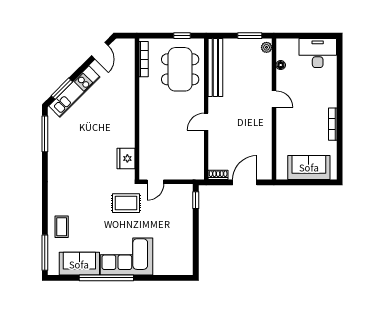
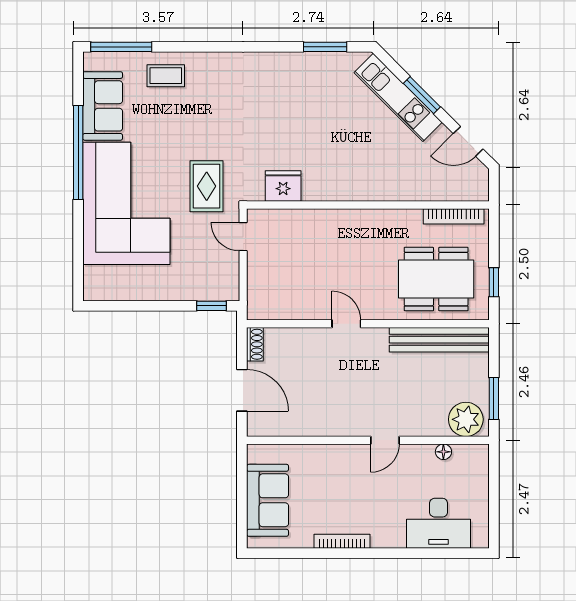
plant: (267, 47) -> (466, 419), width x1.87, depth x1.87
desk: (318, 53) -> (439, 523), moved, turned 90
window: (62, 89) -> (422, 95), moved
window: (45, 134) -> (325, 47), width x0.69
corner sofa: (127, 256) -> (126, 203), width x1.36, depth x1.36

